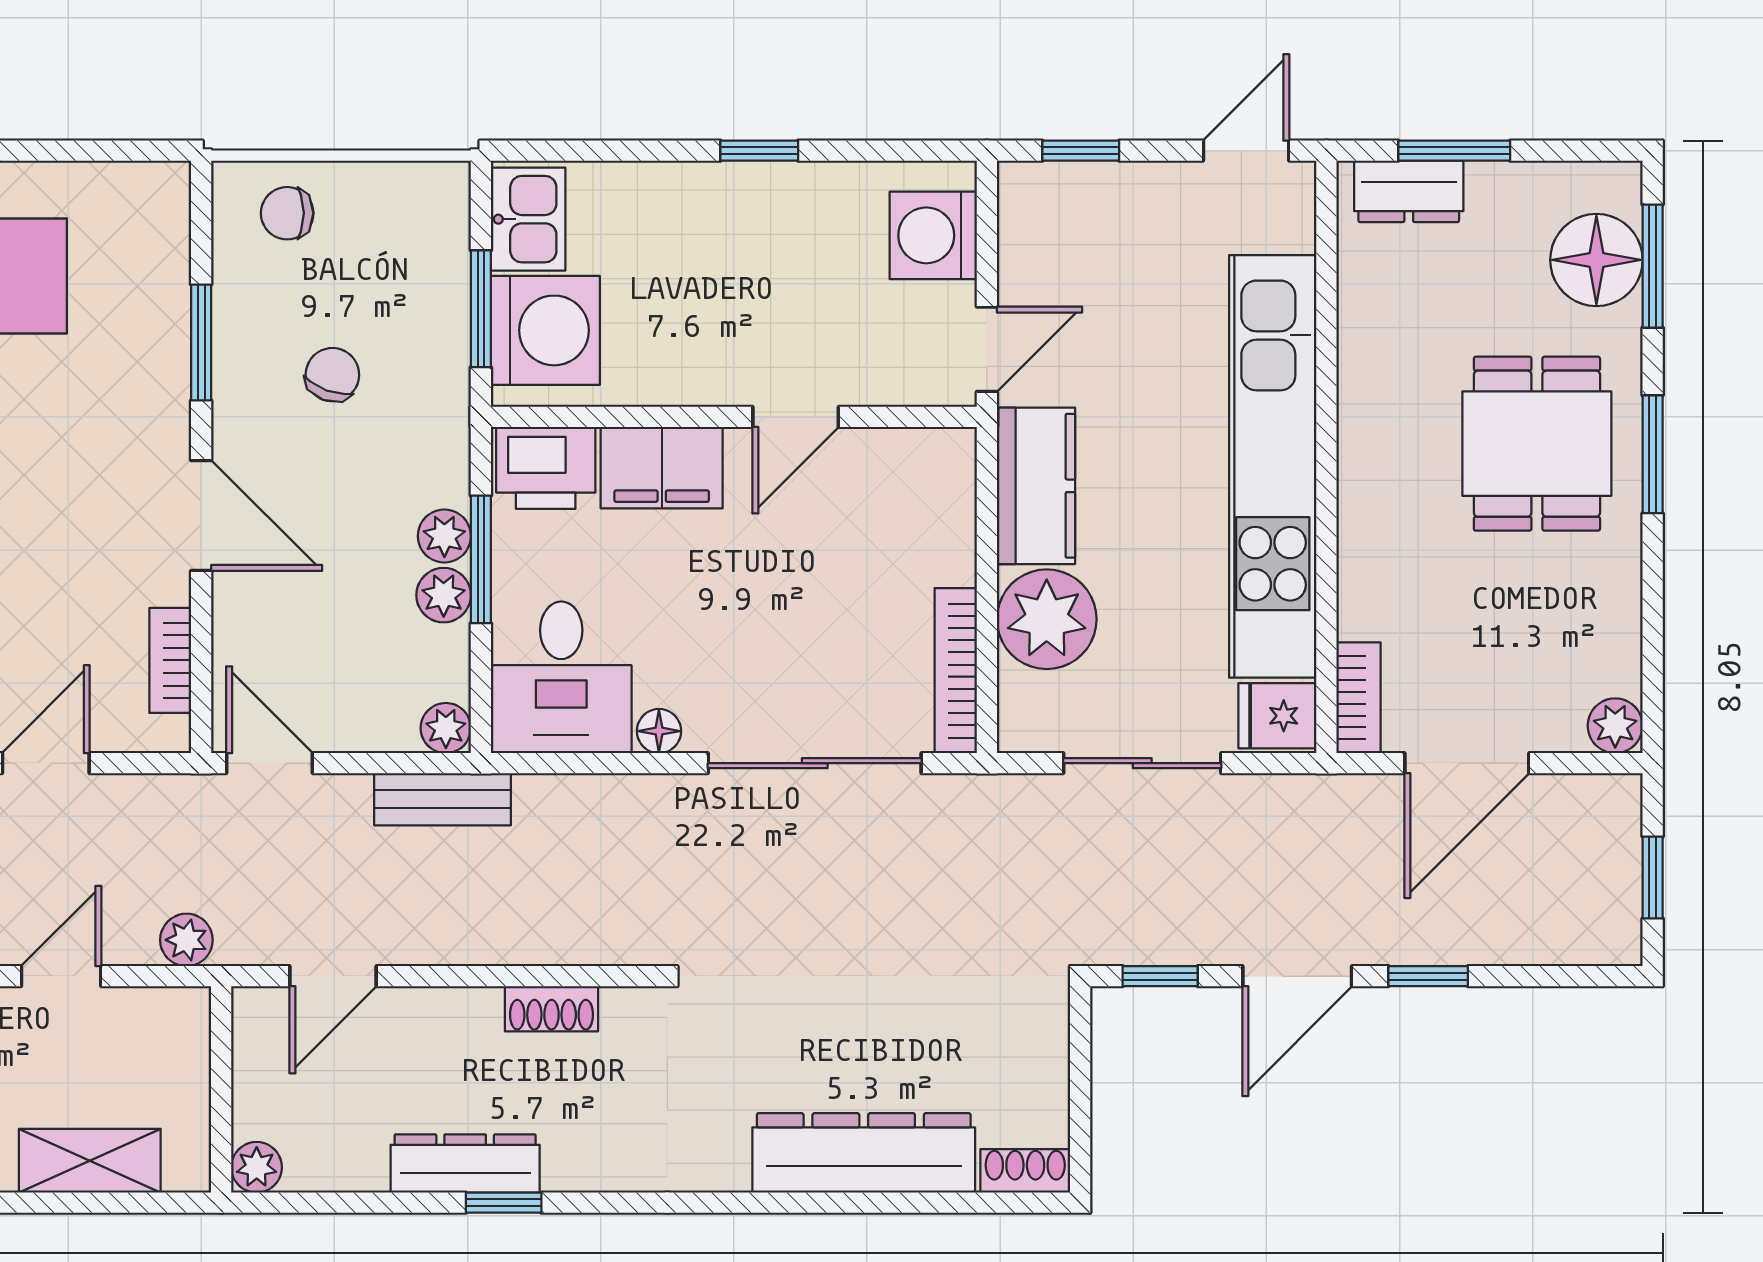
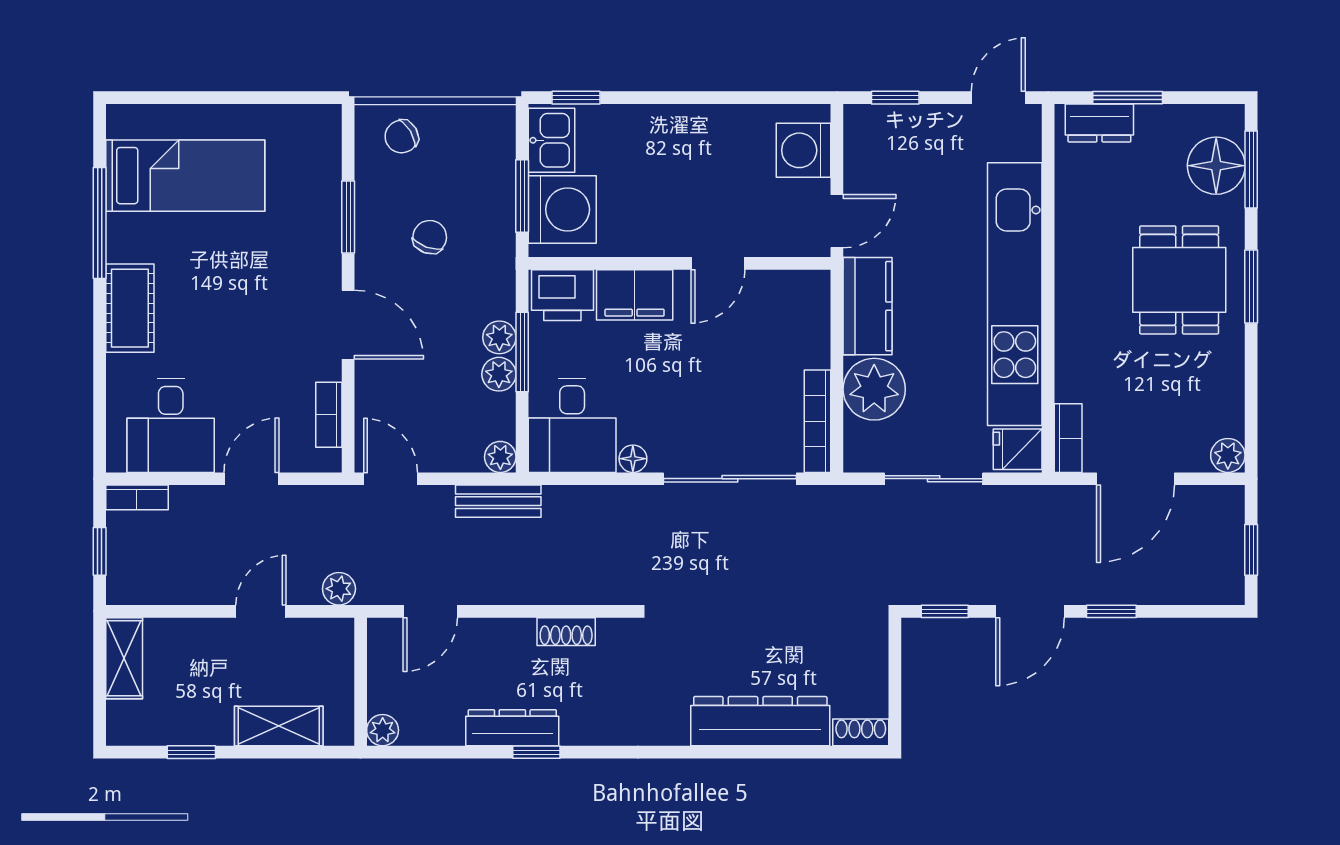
window: (759, 151) -> (576, 98), moved
chair: (287, 213) -> (402, 137), turned -31

